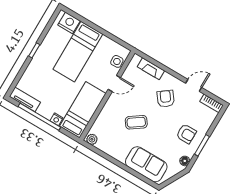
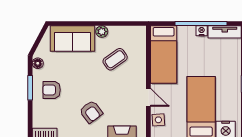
door: (114, 83) -> (148, 97), swing flipped
nightstand: (57, 119) -> (202, 31), moved
coffee table: (136, 122) -> (115, 59), moved
plant: (92, 139) -> (102, 32), moved

